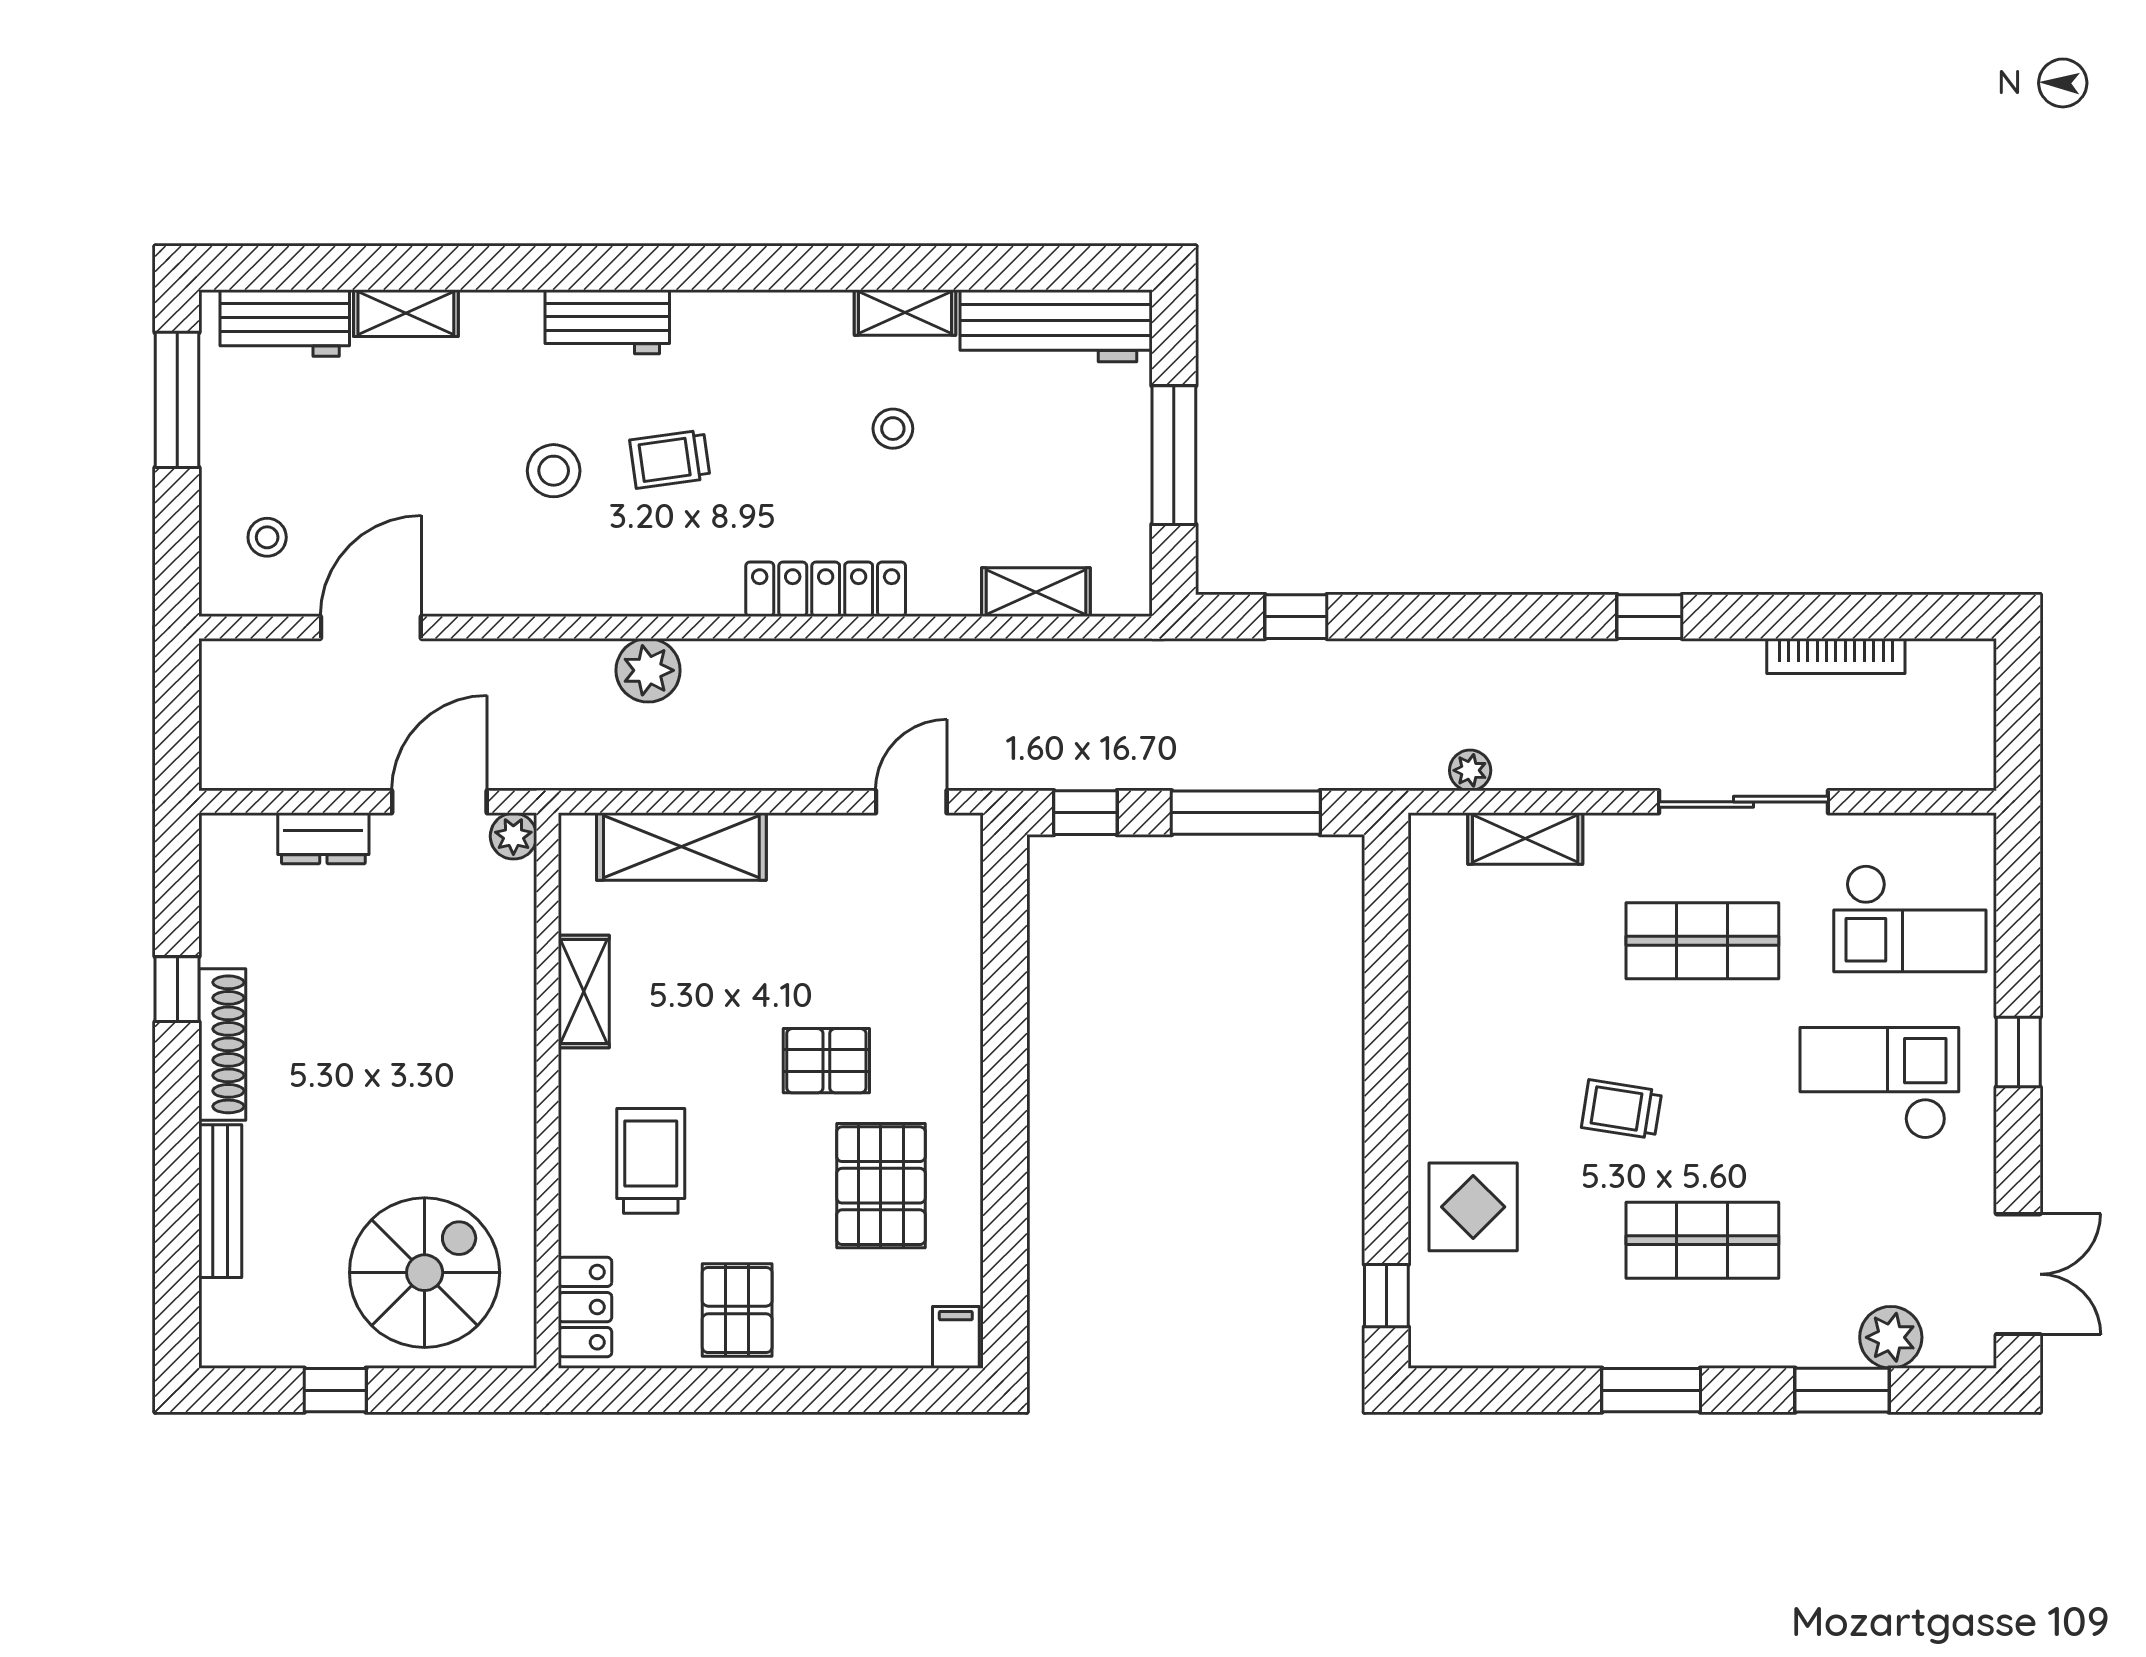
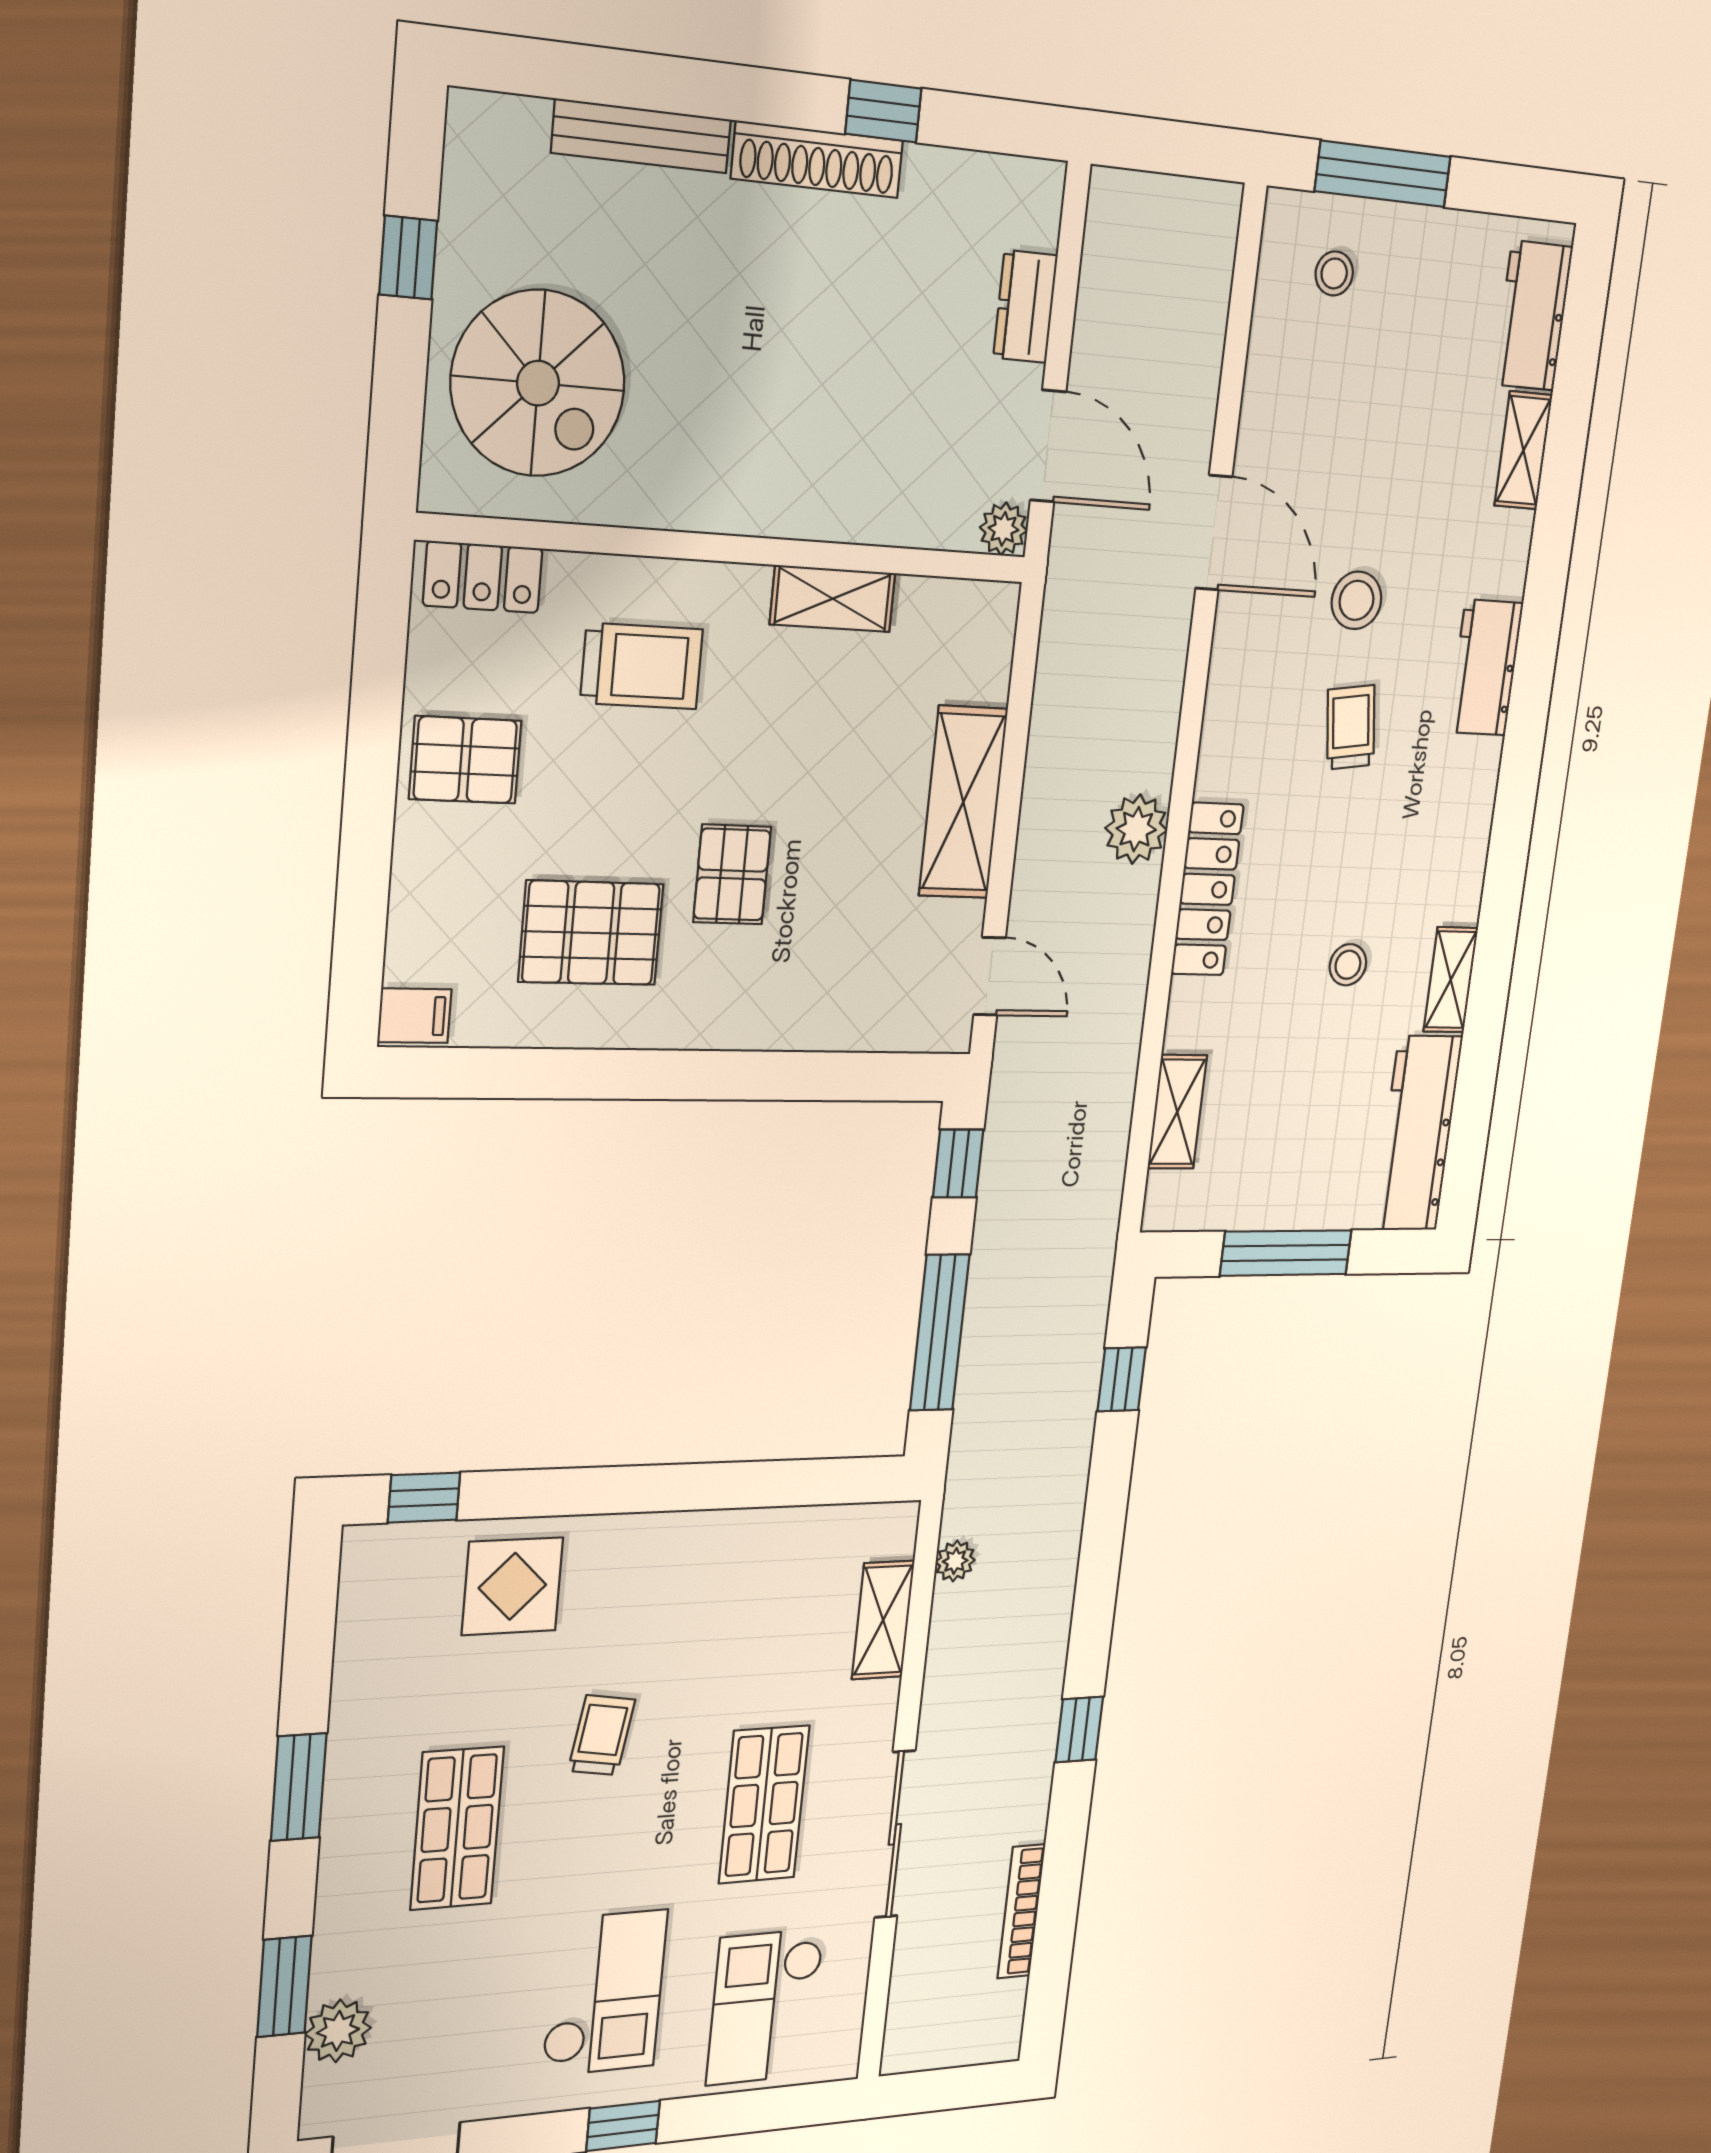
window: (177, 400) -> (1383, 174), moved
door: (371, 627) -> (1214, 533), moved
plant: (648, 670) -> (1136, 829), moved
shelving: (681, 847) -> (963, 802), moved

